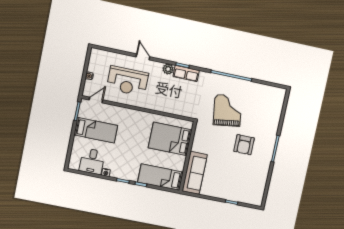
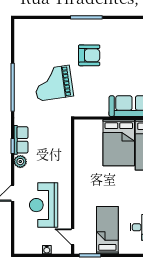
reception desk: (128, 81) -> (44, 205), turned 180
bed: (170, 139) -> (119, 143), moved

